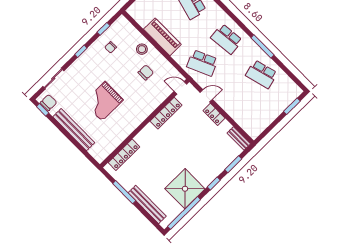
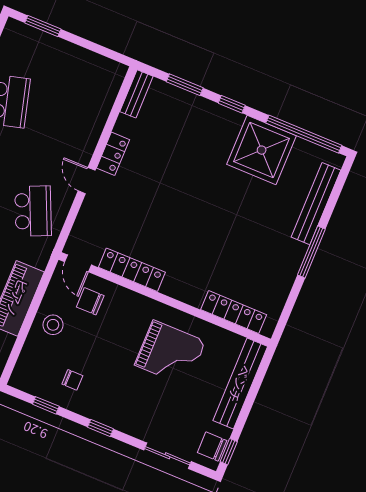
door: (180, 88) -> (78, 263), moved
locker: (166, 113) -> (132, 270), moved
wall: (145, 123) -> (165, 299), moved
locker: (124, 155) -> (234, 312), moved

